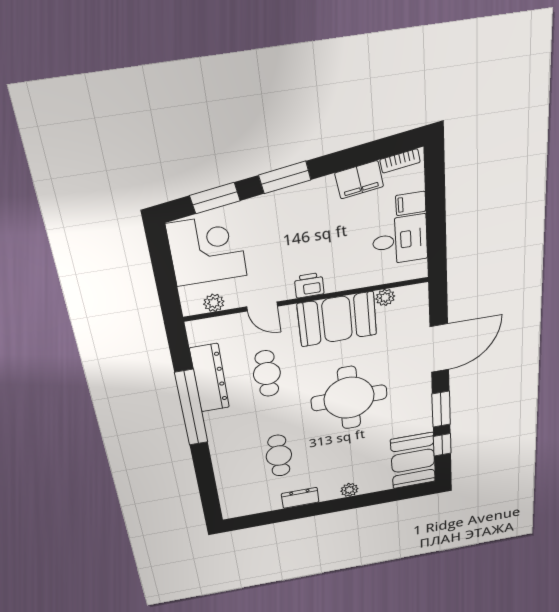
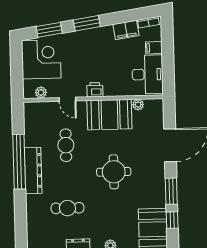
desk: (400, 240) -> (148, 74), width x1.37
dresser: (210, 378) -> (33, 171), moved
round table: (349, 398) -> (114, 172), width x0.73, depth x0.73
cafe table: (279, 456) -> (67, 208), turned 90

